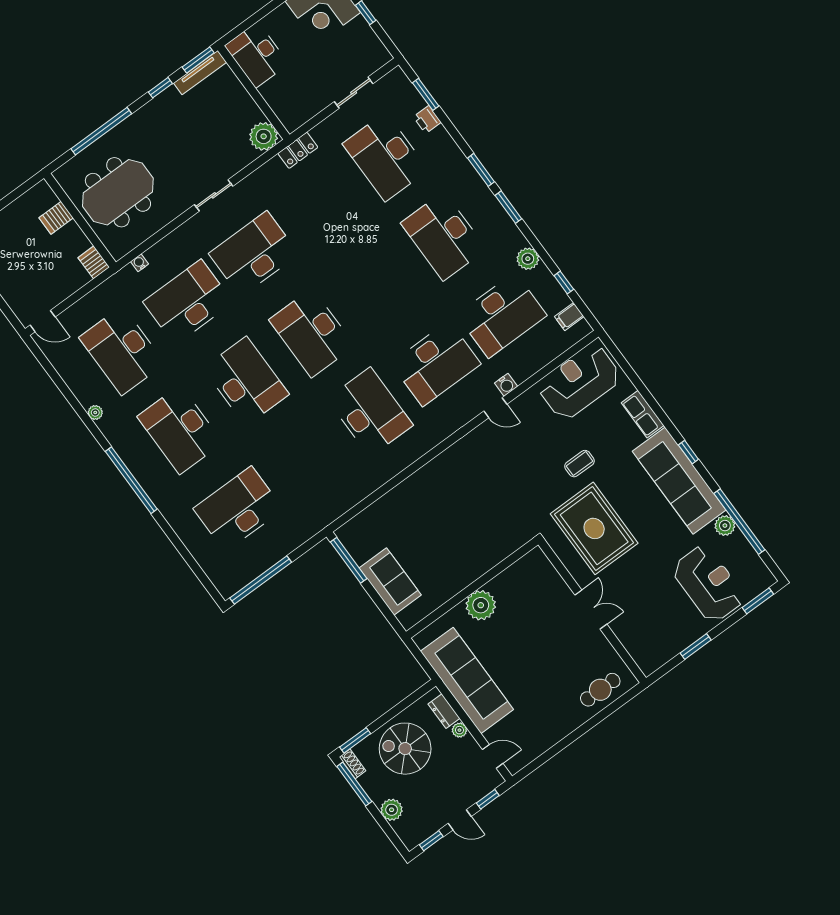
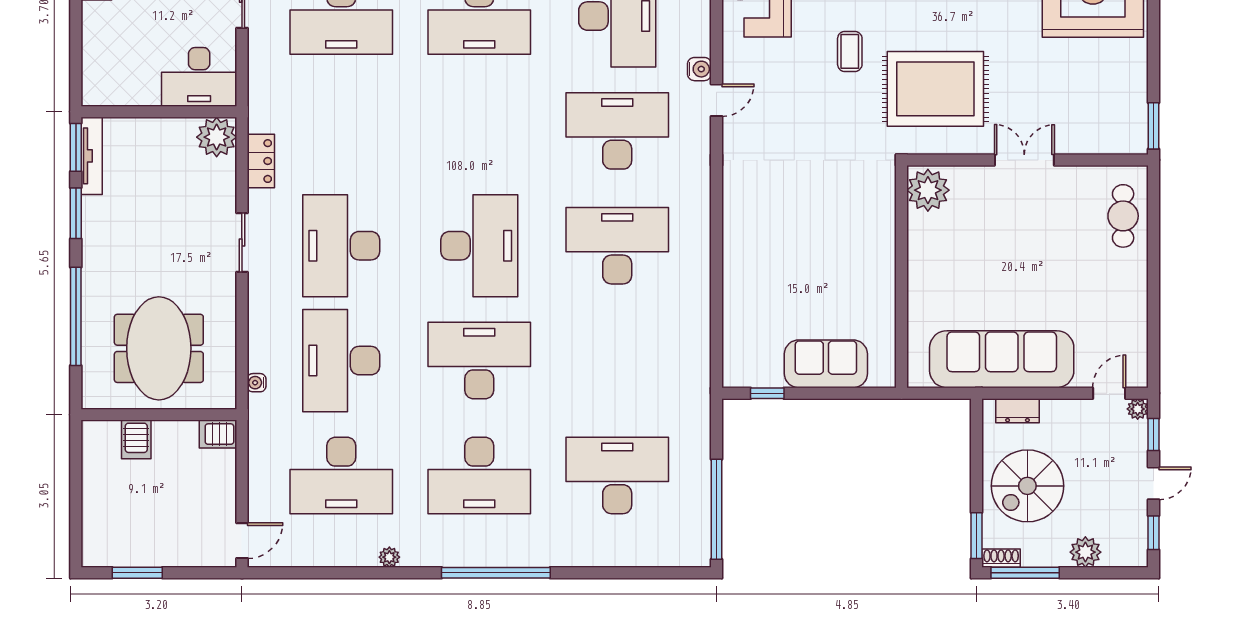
desk: (257, 55) -> (199, 77), moved
window: (160, 88) -> (76, 213), width x1.50
locker: (298, 150) -> (261, 161), moved
desk: (312, 333) -> (479, 246), turned -90
desk: (436, 364) -> (617, 131), turned -90
desk: (238, 509) -> (617, 475), turned 90
window: (349, 560) -> (767, 393), width x0.46
plant: (481, 605) -> (928, 190), moved
window: (696, 646) -> (1153, 126), moved
plant: (459, 730) -> (1138, 409), moved

